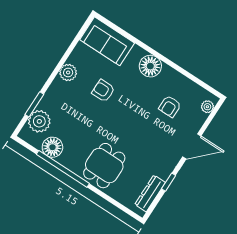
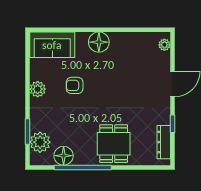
armchair: (170, 106) -> (135, 64), removed

